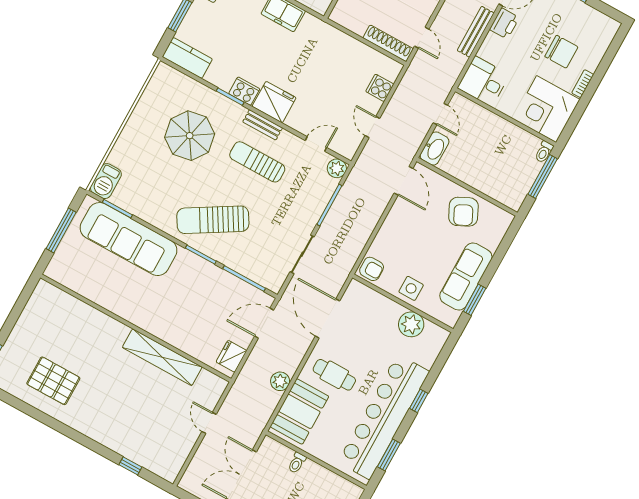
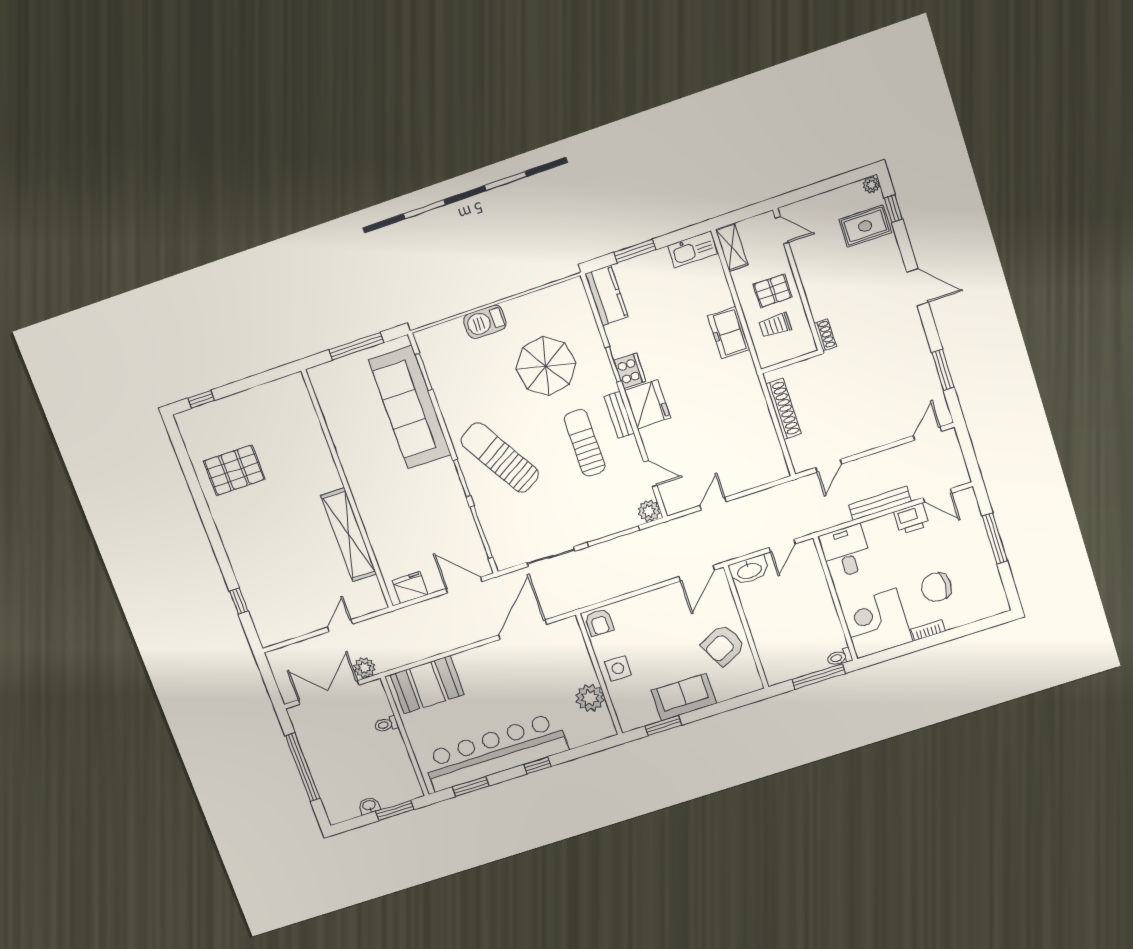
shoe rack: (388, 43) -> (783, 409), moved
chair: (561, 52) -> (936, 587), turned 90
cooker: (380, 88) -> (751, 476), removed
barbecue: (106, 181) -> (485, 322), moved
sofa: (466, 277) -> (684, 697), width x0.73
cafe table: (334, 375) -> (485, 681), removed
pallet: (53, 381) -> (234, 470), turned 90
plant: (280, 381) -> (365, 668), moved

